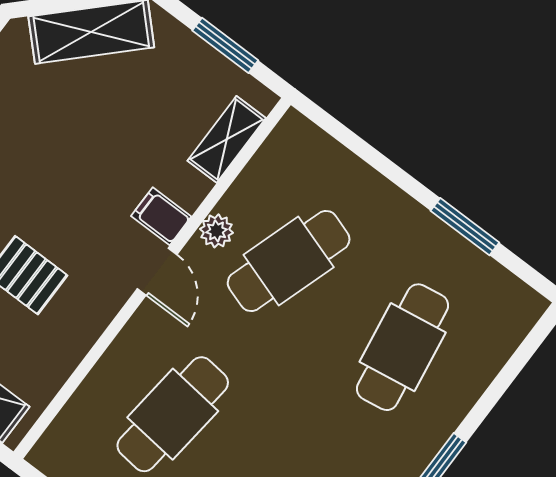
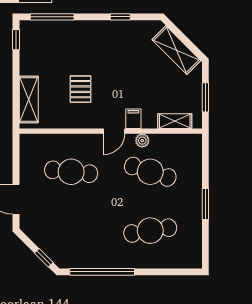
window: (465, 227) -> (205, 204), moved

